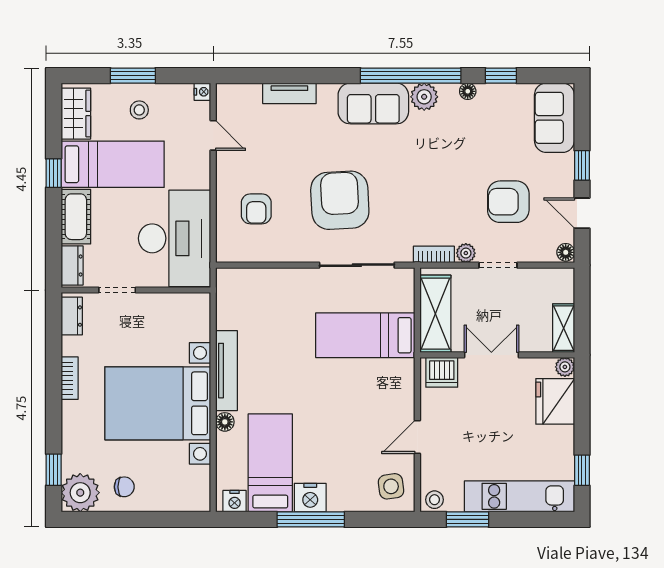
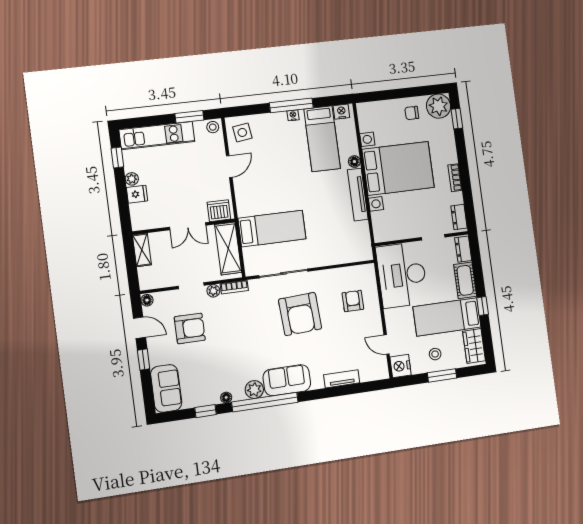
nightstand: (202, 92) -> (401, 366), width x1.89, depth x1.79
plant: (565, 367) -> (132, 179), moved
fridge: (555, 401) -> (137, 194), width x0.53, depth x0.75
nightstand: (310, 498) -> (293, 115), width x0.53, depth x0.56

